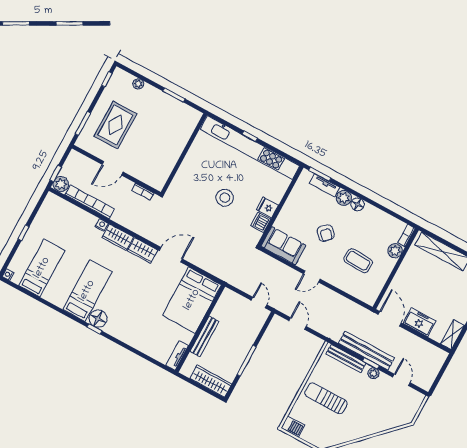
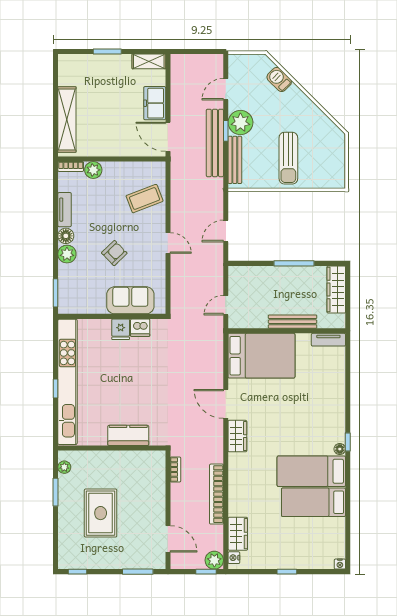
plant: (138, 84) -> (64, 467), moved
rug: (115, 125) -> (101, 513), moved, turned 90
door: (113, 168) -> (168, 539), moved
kitchen counter: (187, 171) -> (128, 435), added
tv unit: (325, 185) -> (65, 210), moved
stool: (225, 198) -> (135, 380), removed
bookcase: (90, 202) -> (217, 494), moved
nightstand: (102, 225) -> (234, 558), moved
wardrobe: (118, 237) -> (238, 534), moved
sofa: (283, 246) -> (130, 300), moved, turned 90
coffee table: (358, 261) -> (145, 199), moved, turned 67
bed: (42, 268) -> (313, 502), moved
door: (259, 303) -> (226, 305), moved
floor lamp: (98, 319) -> (340, 449), width x0.53, depth x0.53
door: (390, 319) -> (168, 137), hinge flipped
plant: (373, 373) -> (240, 122), width x1.87, depth x1.87
barbecue: (293, 427) -> (279, 80), moved, turned -45

